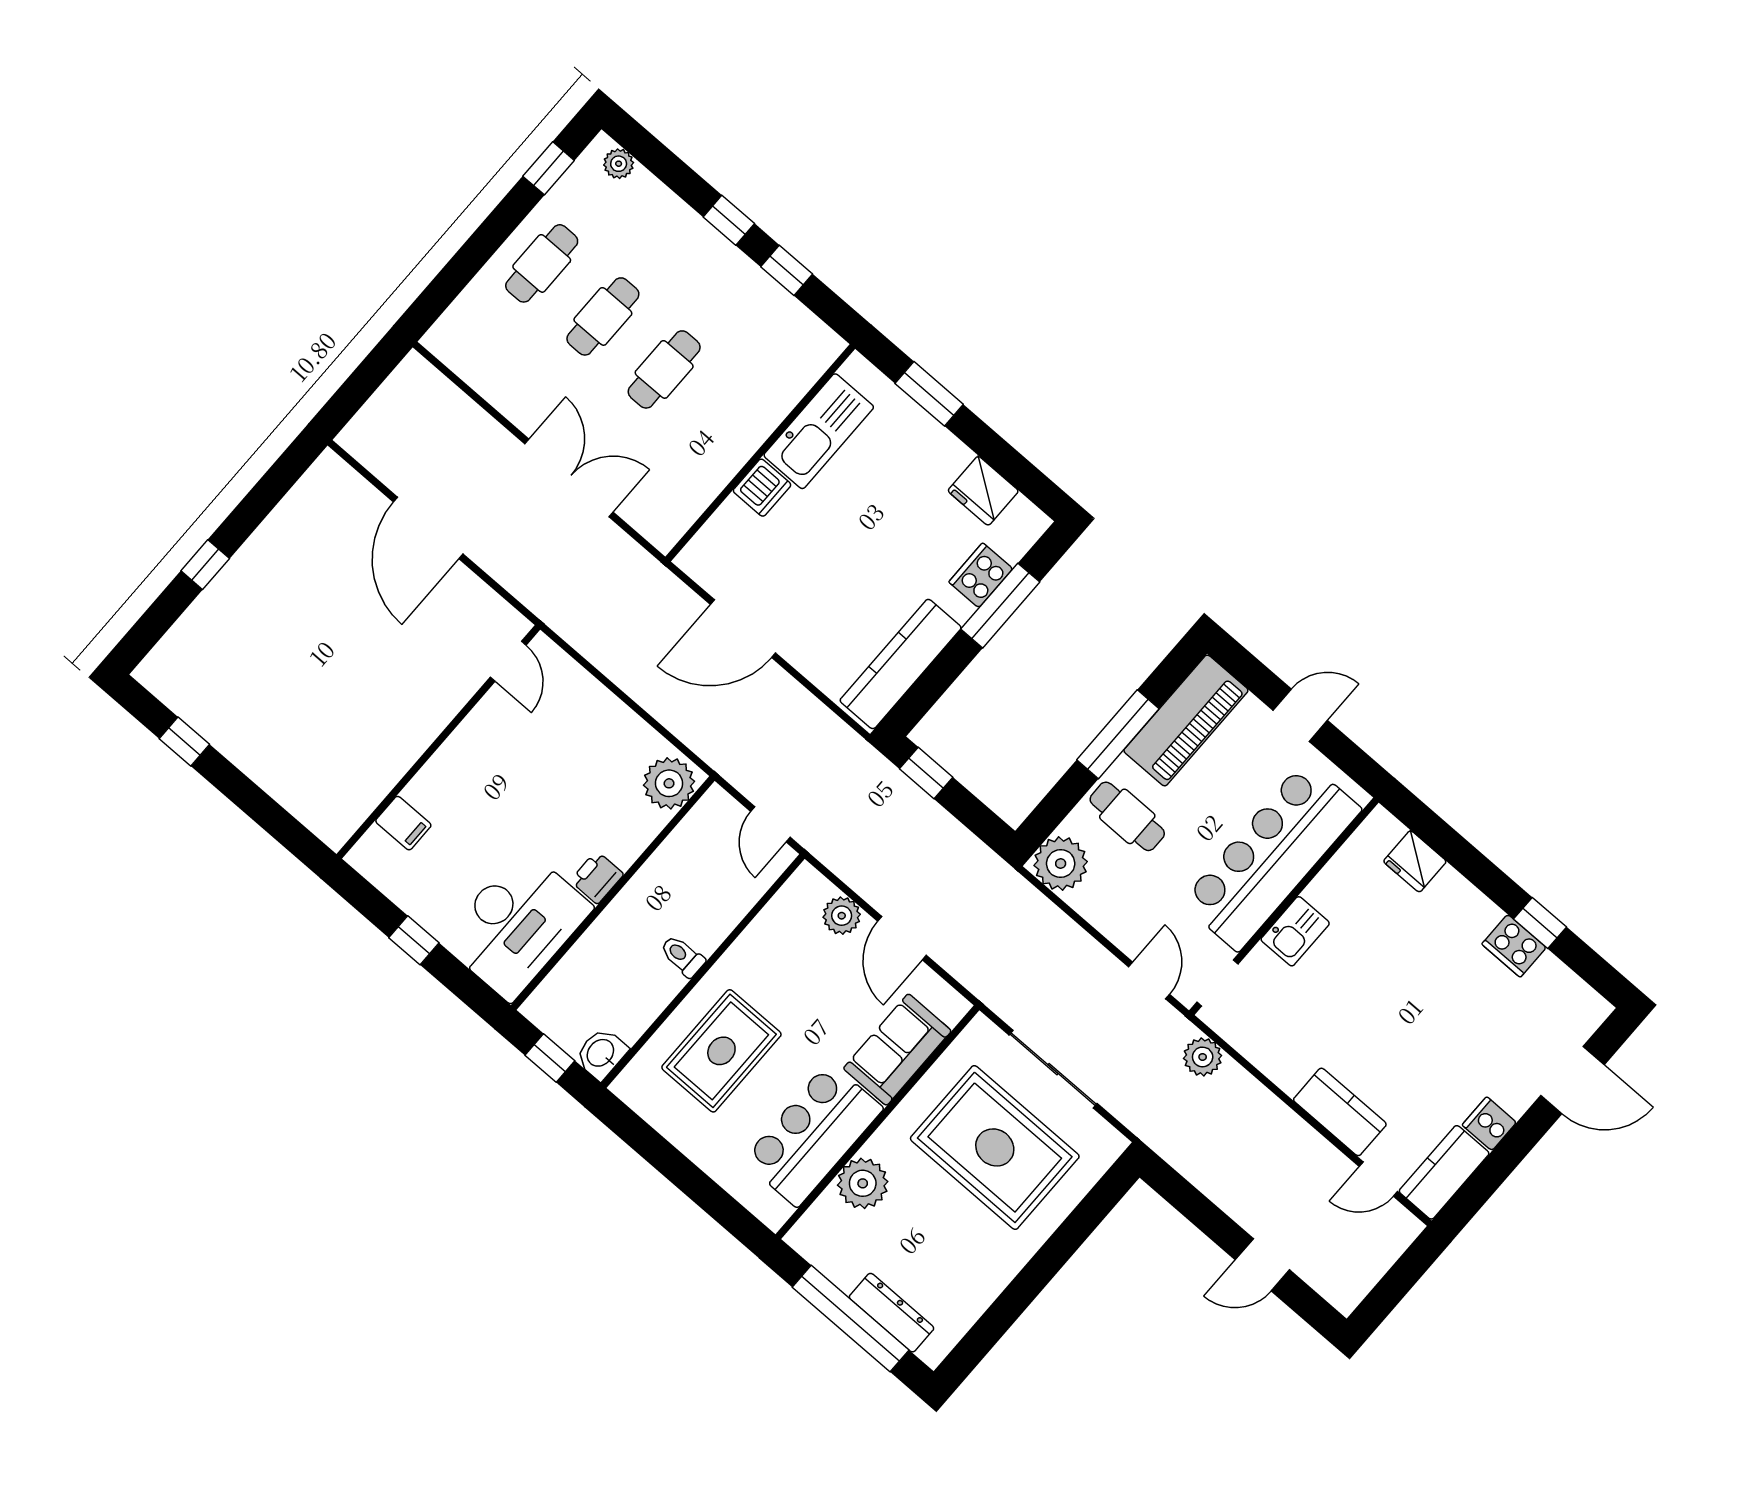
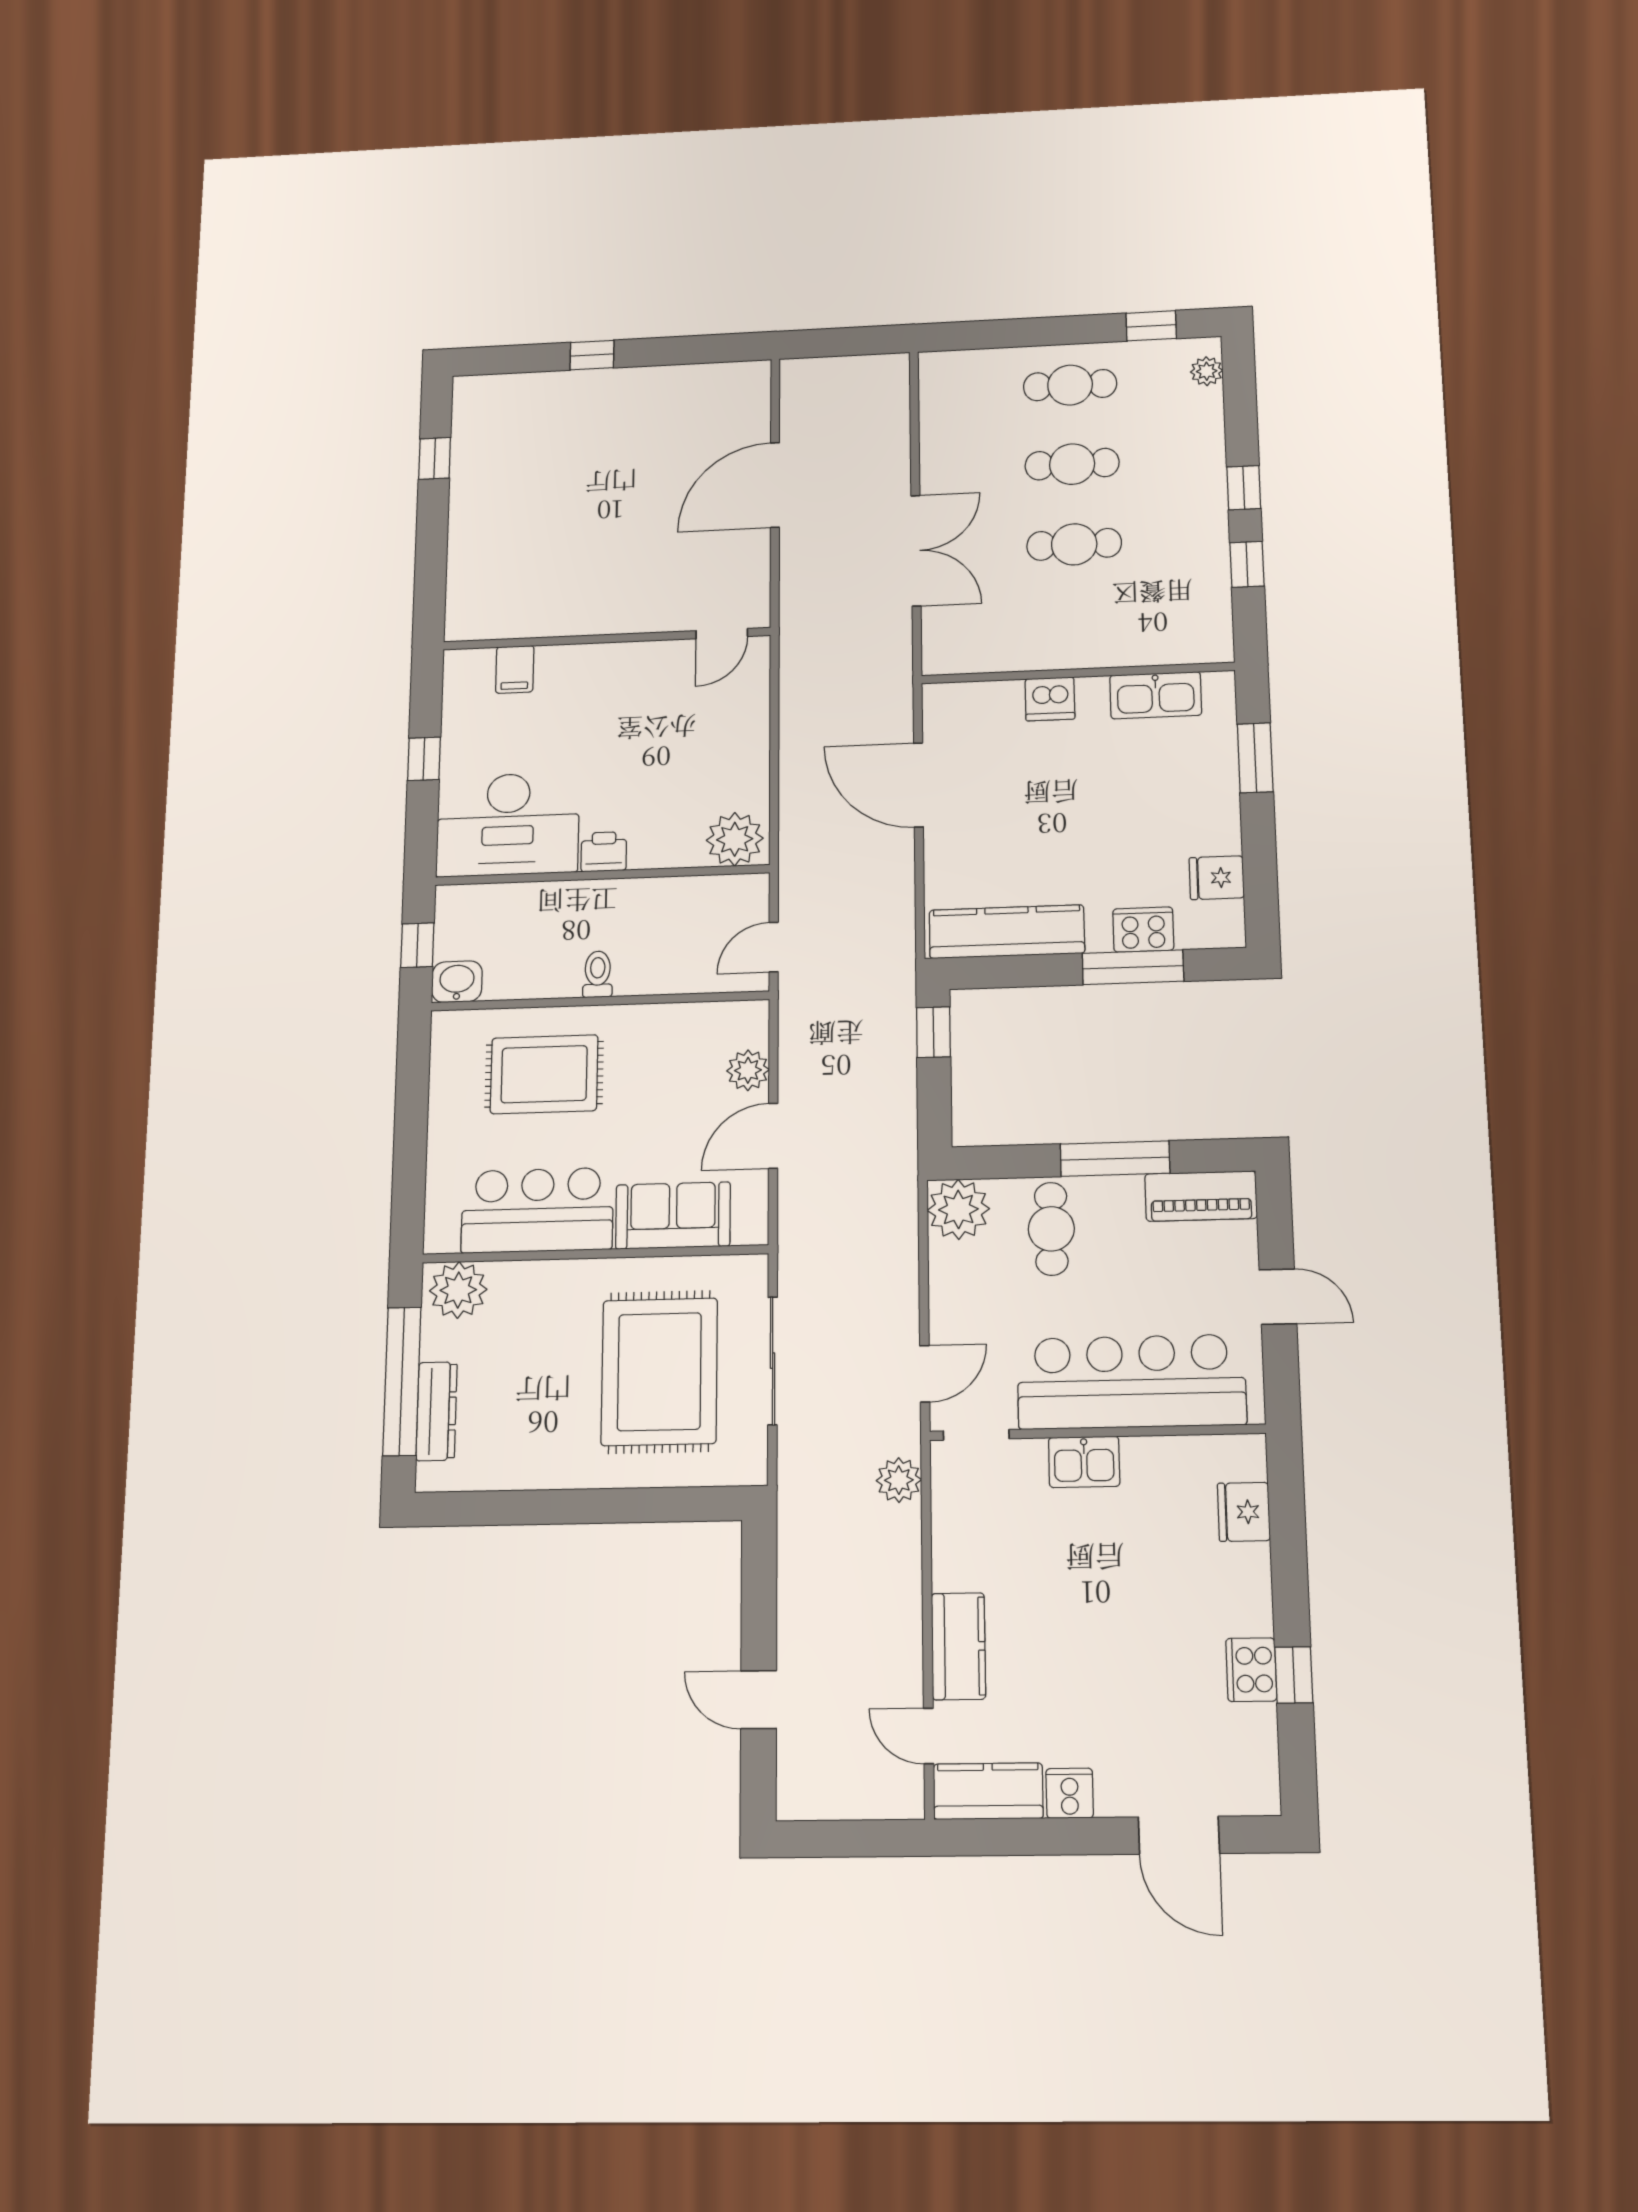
kitchen sink: (819, 431) -> (1156, 695), width x0.73, depth x0.81
fridge: (983, 491) -> (1217, 878), width x0.72
piano: (1186, 720) -> (1201, 1196), width x0.73, depth x0.75
plant: (863, 1183) -> (458, 1290), moved

